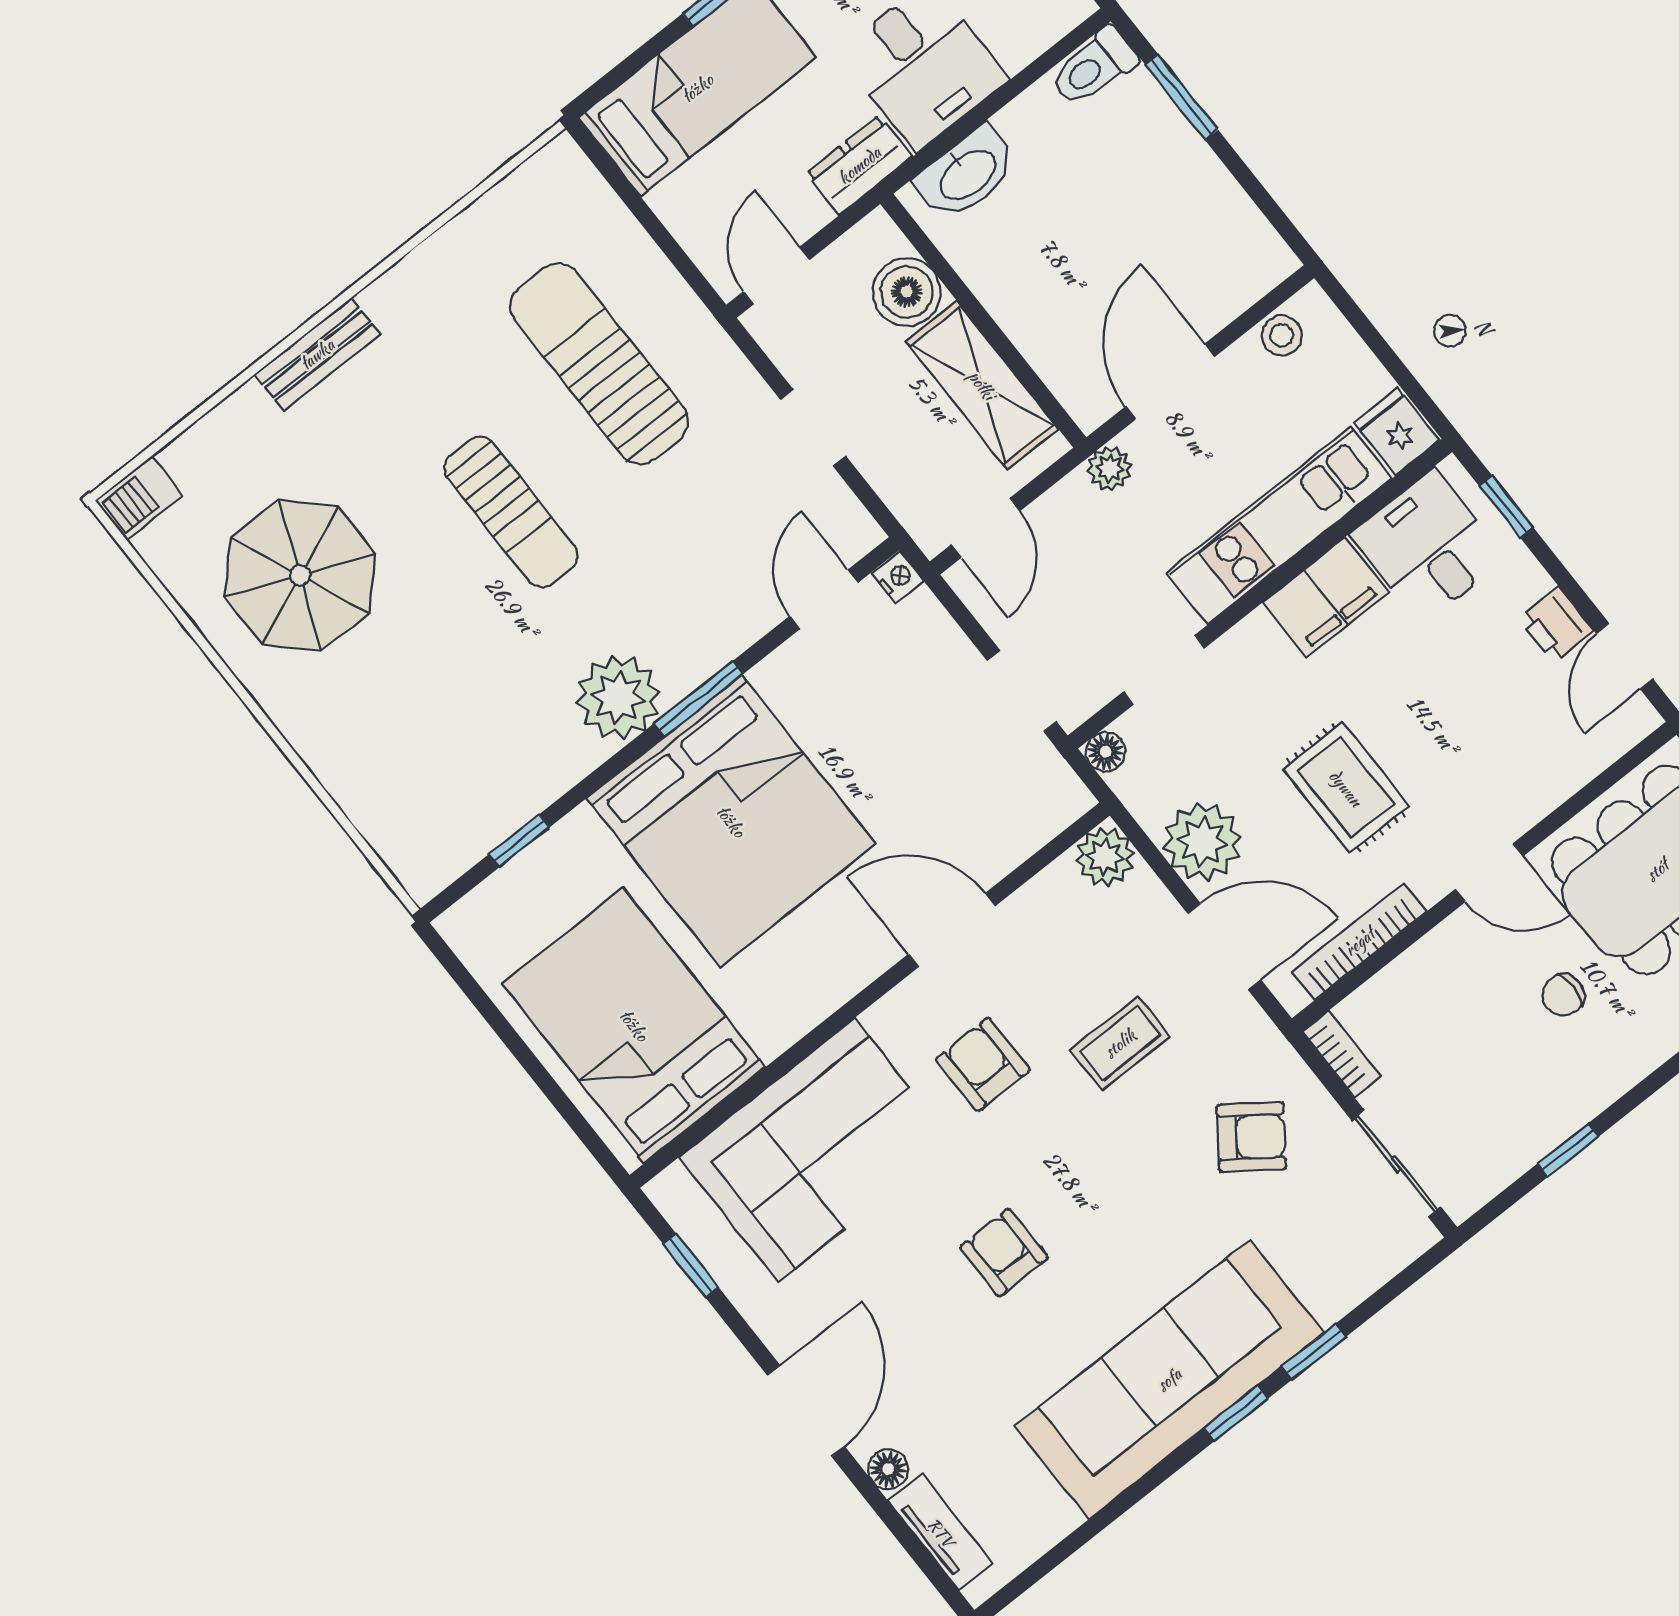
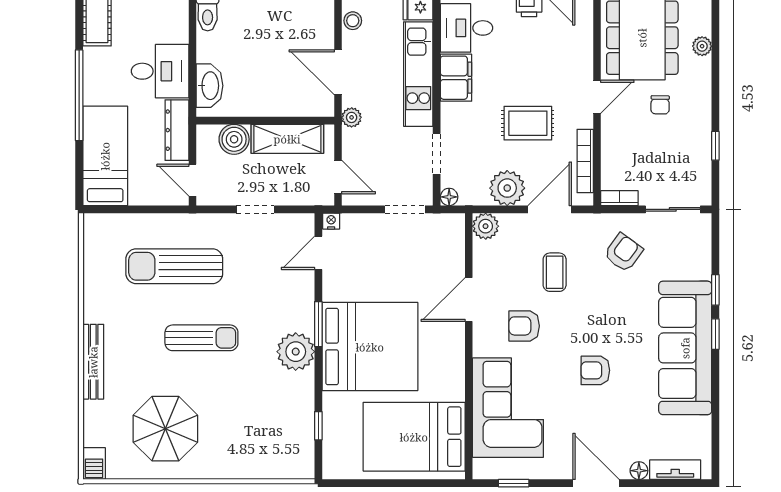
dresser: (859, 165) -> (177, 130), width x1.44
bench: (317, 354) -> (93, 362), width x1.36
door: (824, 599) -> (318, 253), hinge flipped

